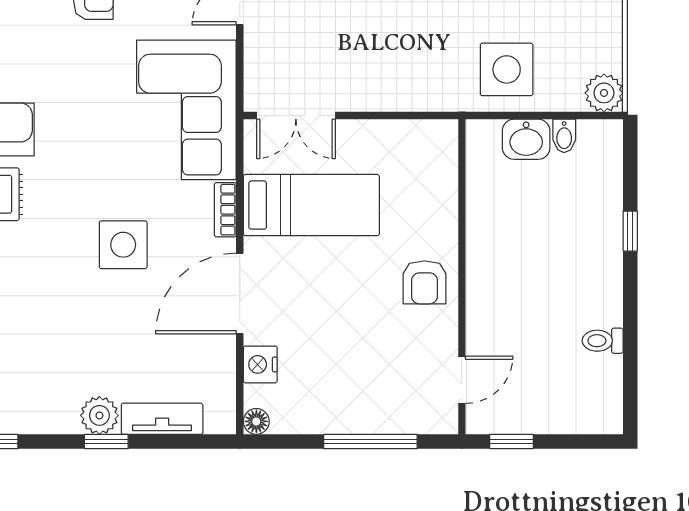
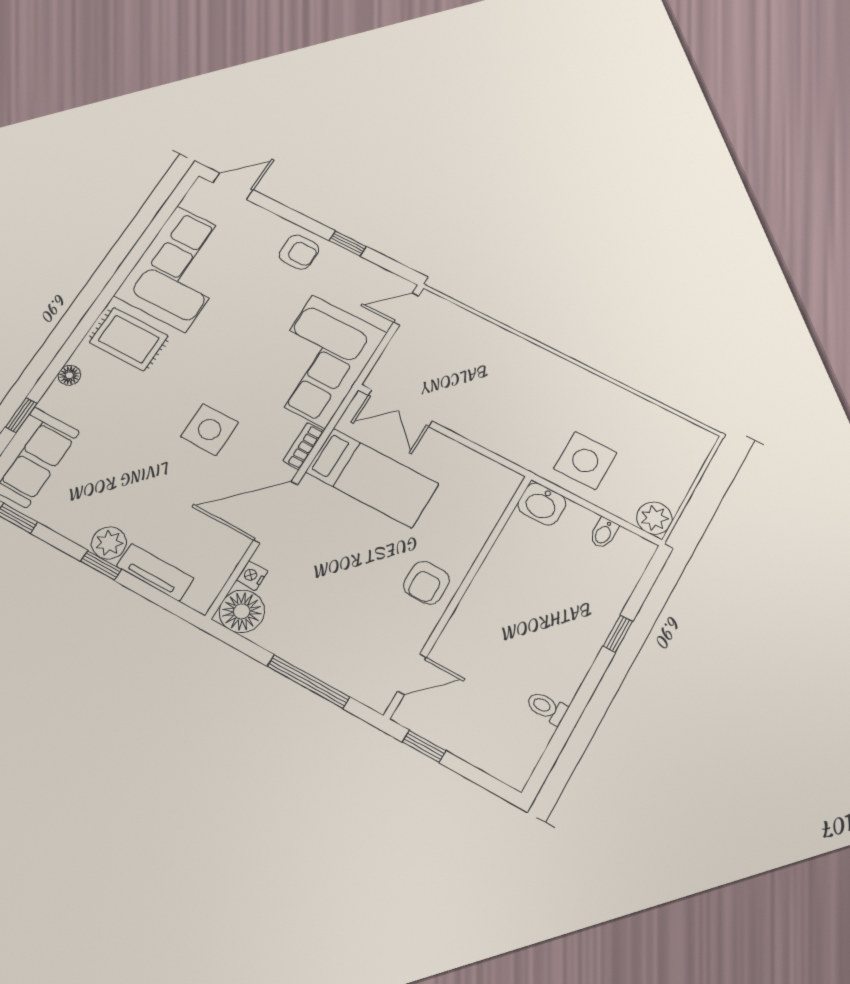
washbasin: (526, 139) -> (542, 504), moved
nightstand: (260, 364) -> (252, 576), width x0.72, depth x0.74
floor lamp: (256, 421) -> (242, 611), width x1.89, depth x1.89

